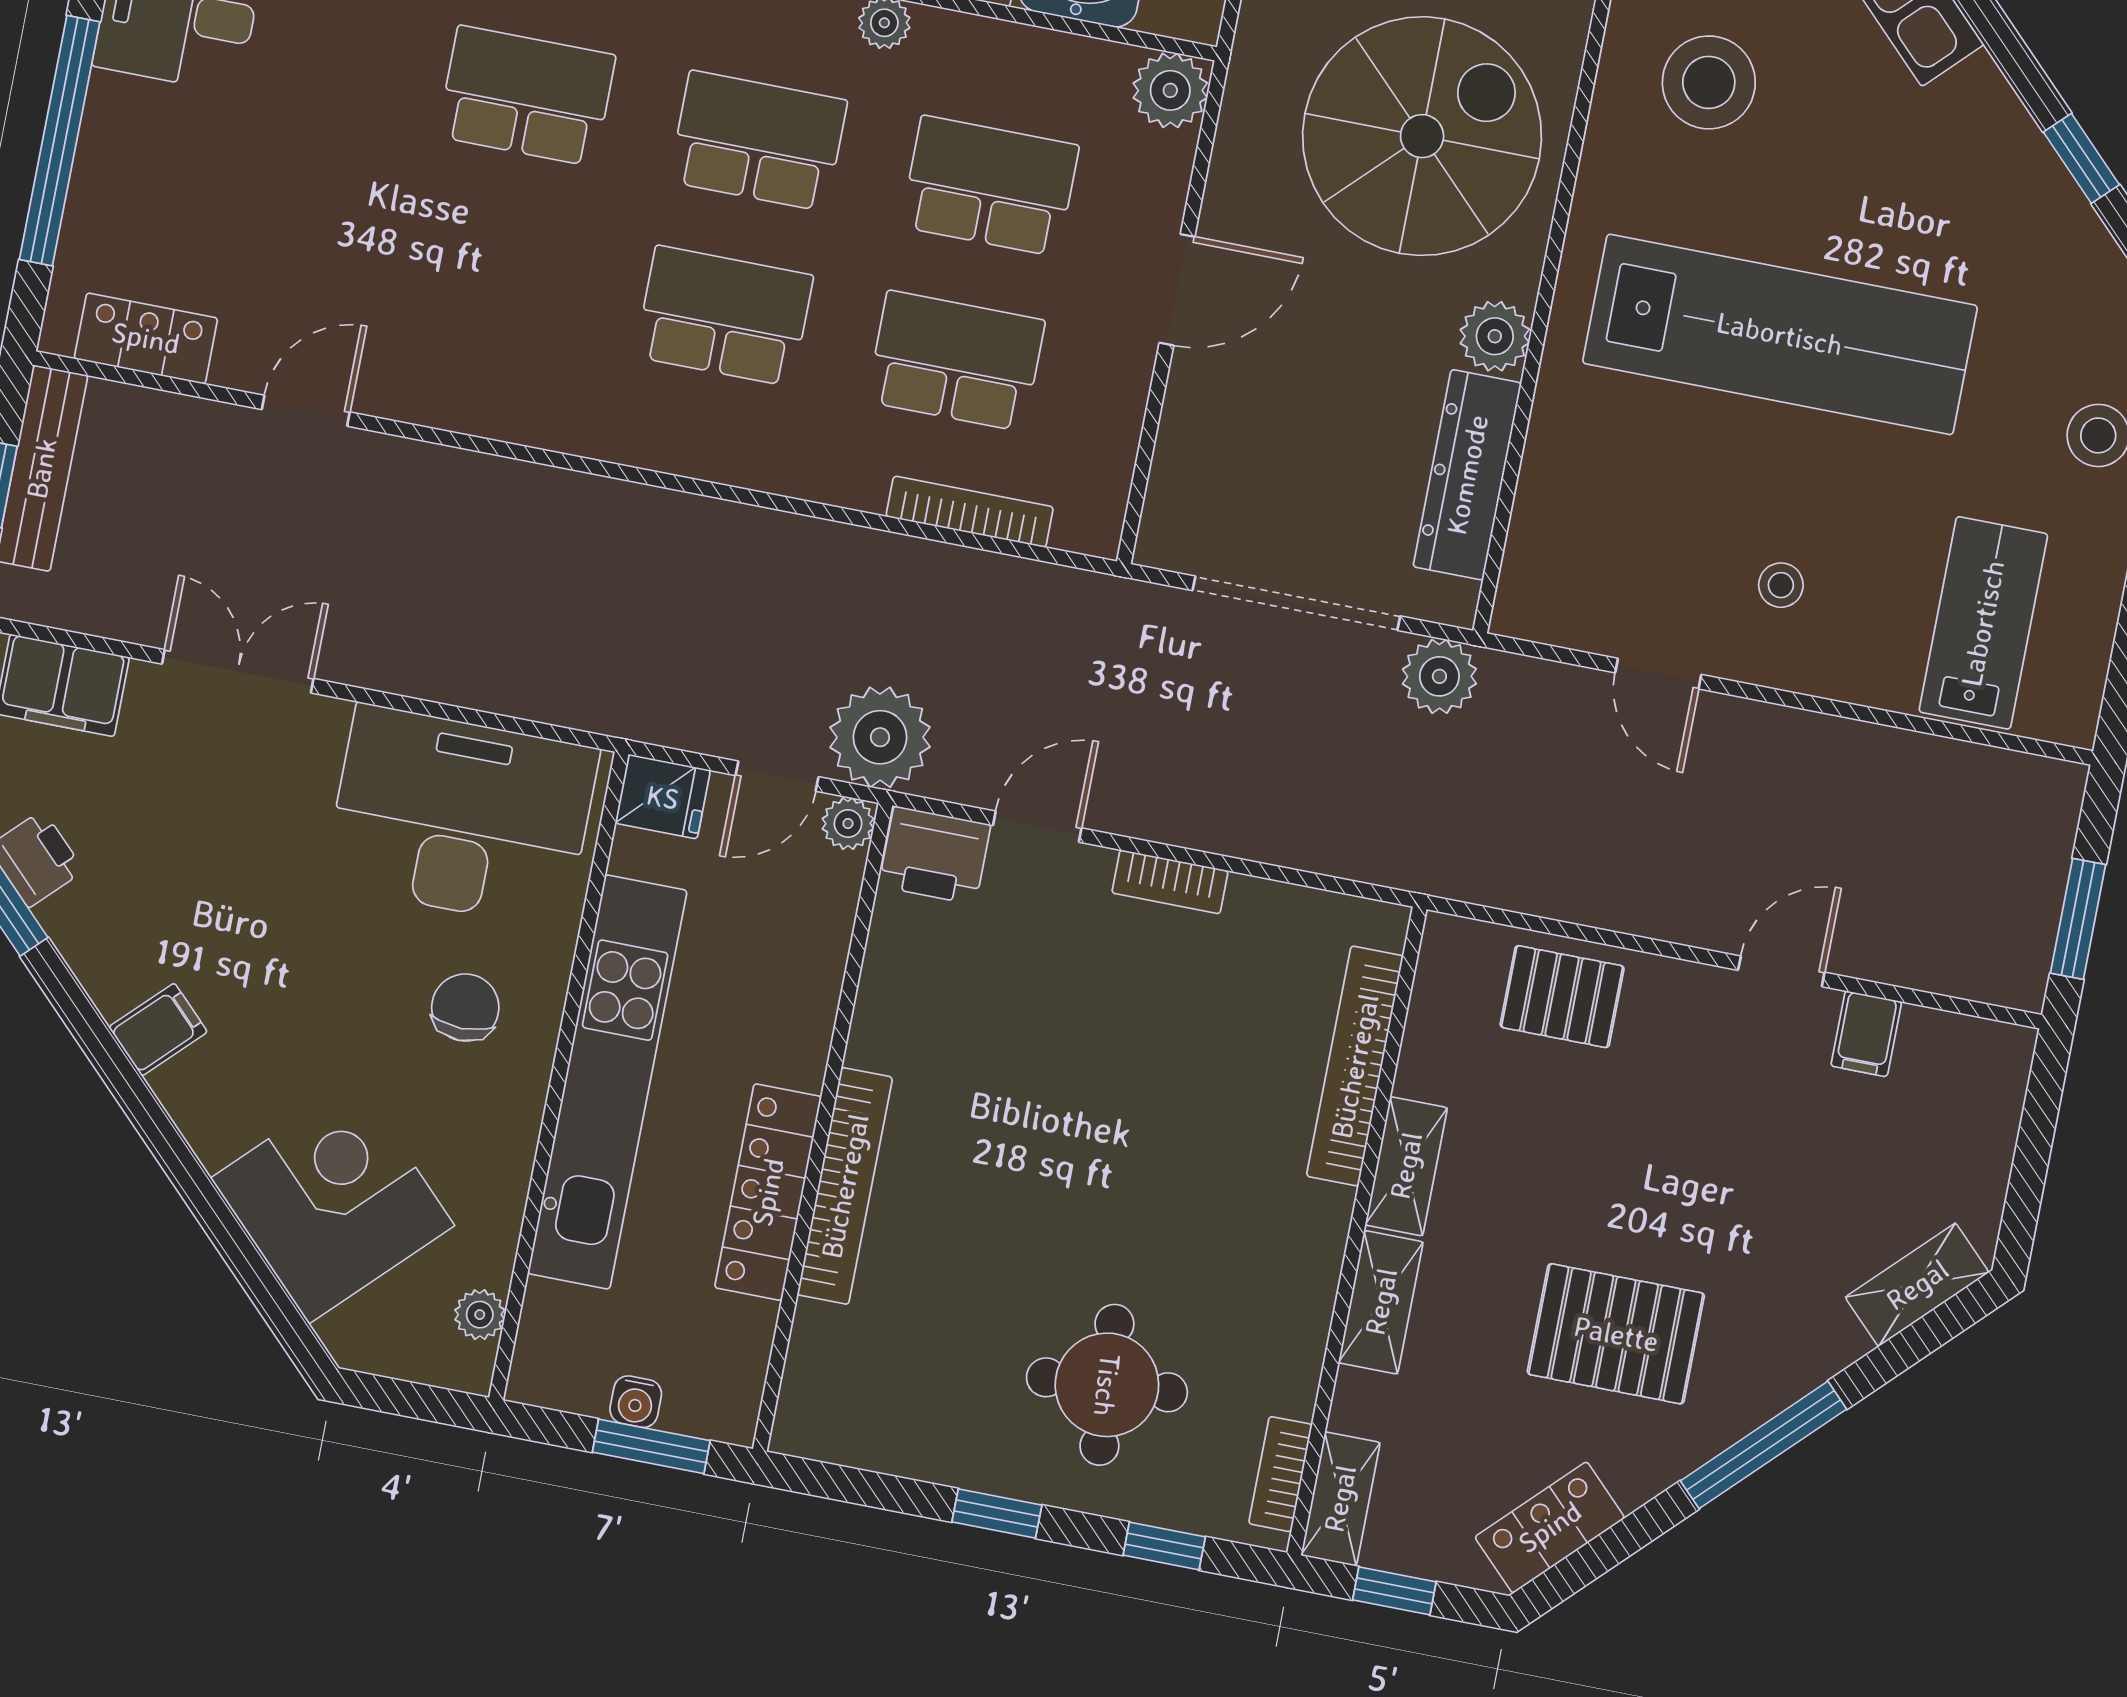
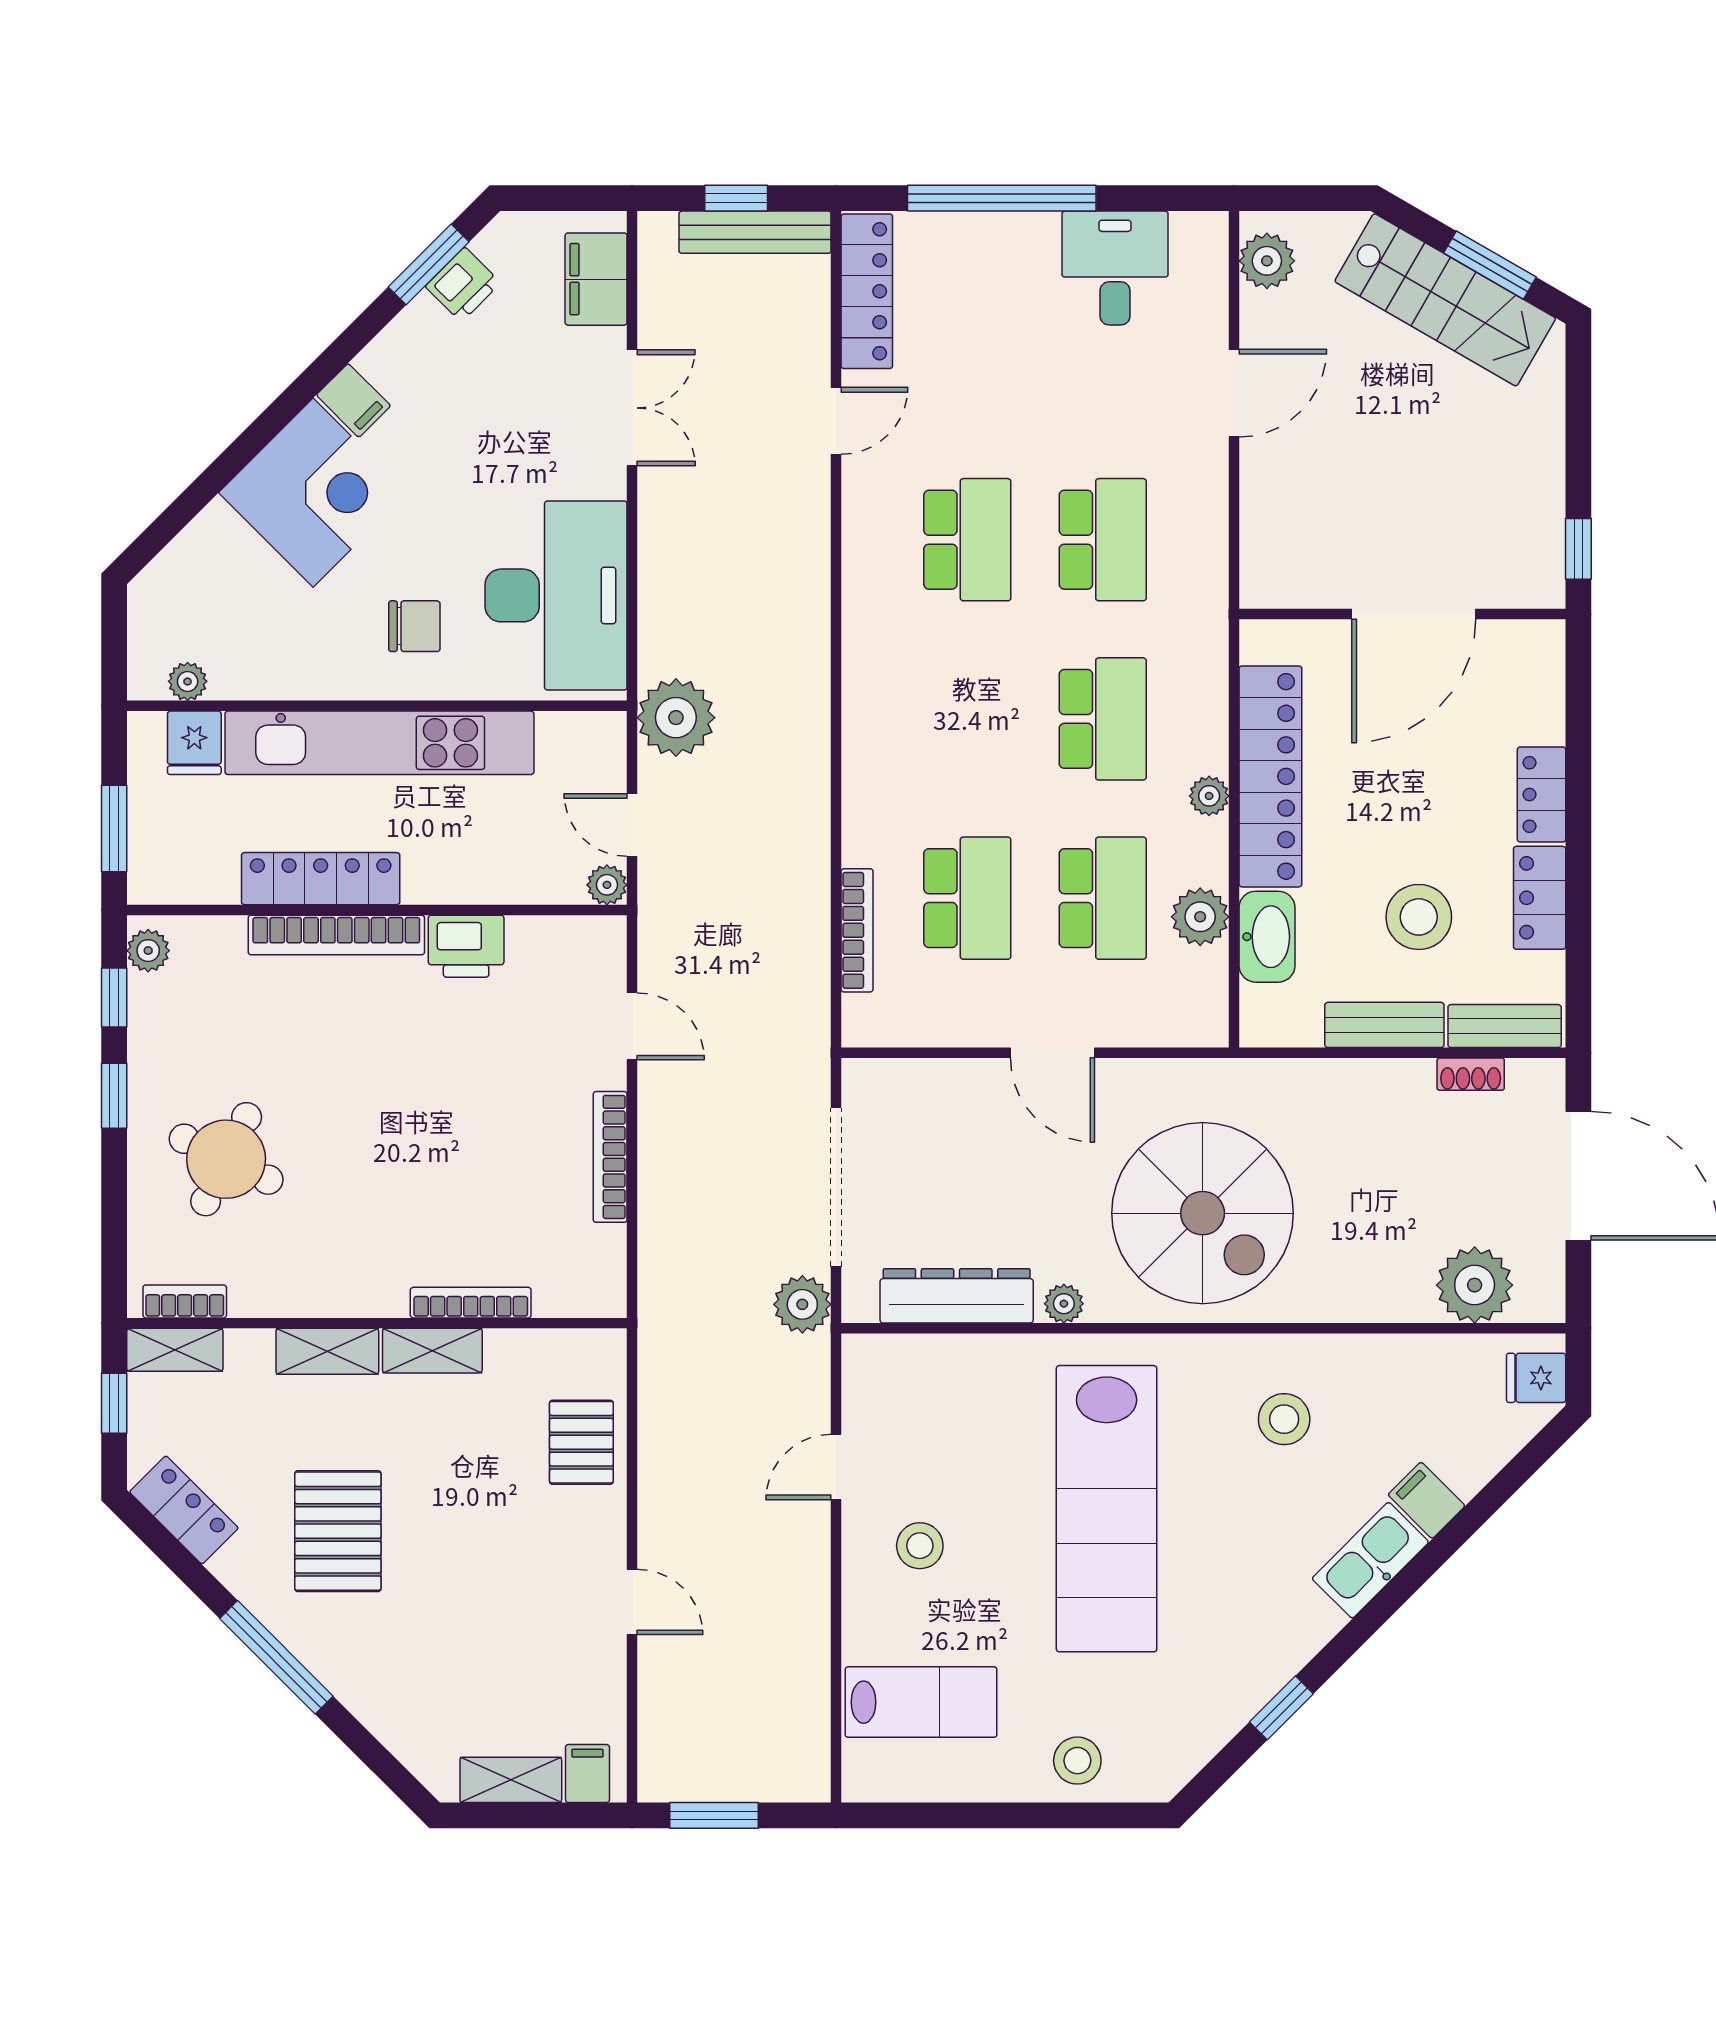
stool: (1709, 82) -> (1284, 1419), width x0.73, depth x0.73
plant: (1170, 90) -> (1200, 917), moved
school desk: (724, 316) -> (967, 540), moved
plant: (1495, 336) -> (1064, 1304), width x0.73, depth x0.73
locker: (146, 338) -> (867, 291), width x1.53
door: (306, 411) -> (836, 421), hinge flipped
stool: (1781, 585) -> (920, 1546), width x1.37, depth x1.37
plant: (880, 737) -> (676, 718), moved
fridge: (663, 797) -> (194, 743), moved
printer: (935, 855) -> (466, 946), moved, turned -90
bookcase: (1170, 882) -> (610, 1157), width x1.56
filing cabinet: (1866, 1034) -> (587, 1774), moved, turned 90
bookcase: (1355, 1066) -> (471, 1303), width x0.68, depth x0.76
corner desk: (333, 1202) -> (313, 493), moved
shelving: (1917, 1285) -> (511, 1780), moved, turned -45
round table: (1107, 1385) -> (226, 1159), turned 30
water cooler: (636, 1402) -> (145, 810), removed
plant: (818, 1433) -> (148, 951), added
window: (1164, 1546) -> (114, 998), moved

